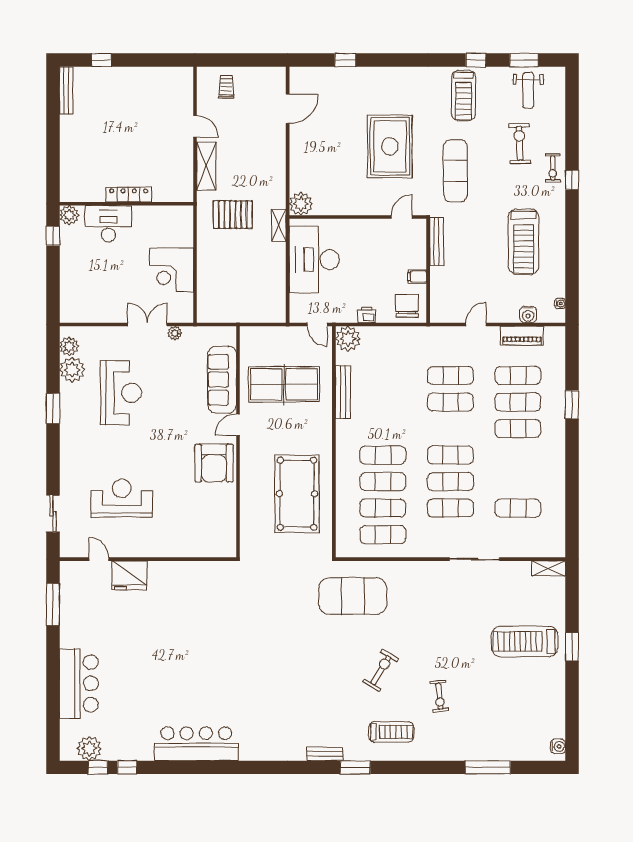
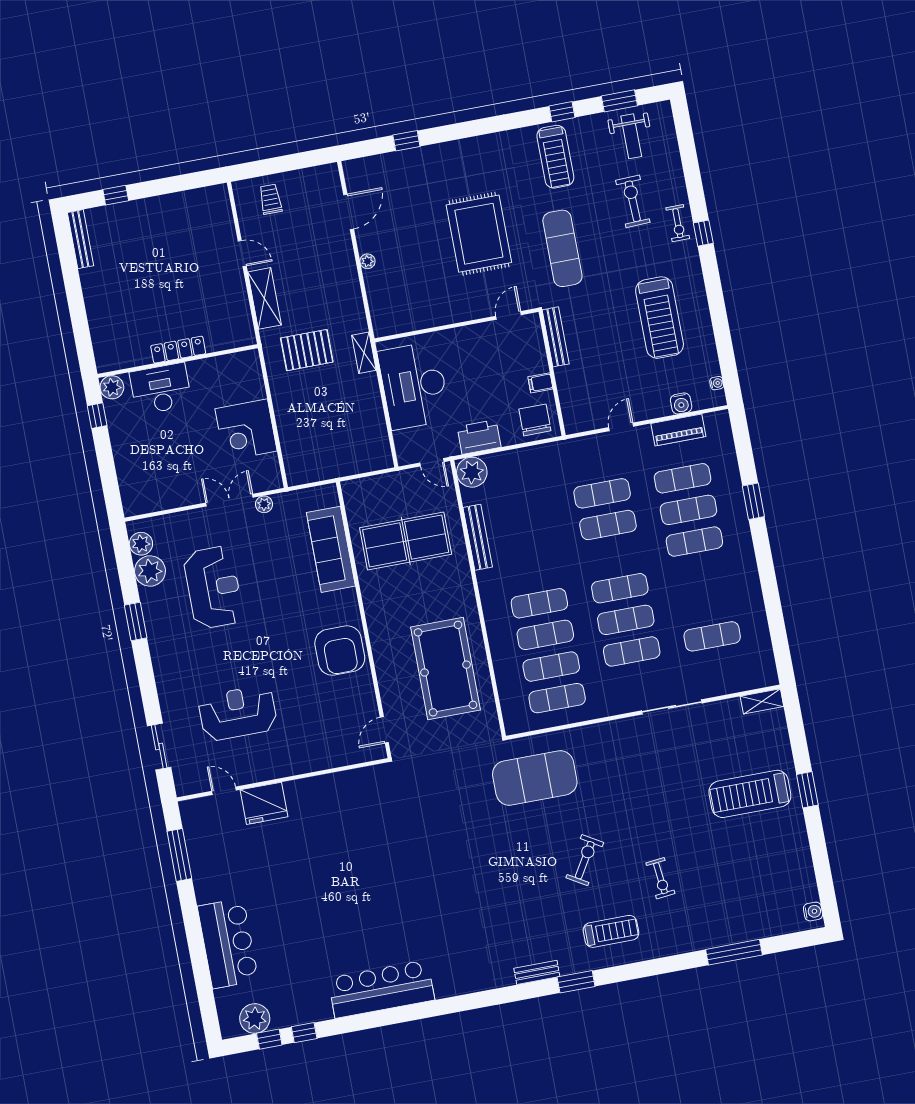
plant: (301, 204) -> (367, 261), moved, width x0.53, depth x0.53
printer: (367, 315) -> (479, 437), width x1.87, depth x1.48
door: (238, 425) -> (384, 730), moved

